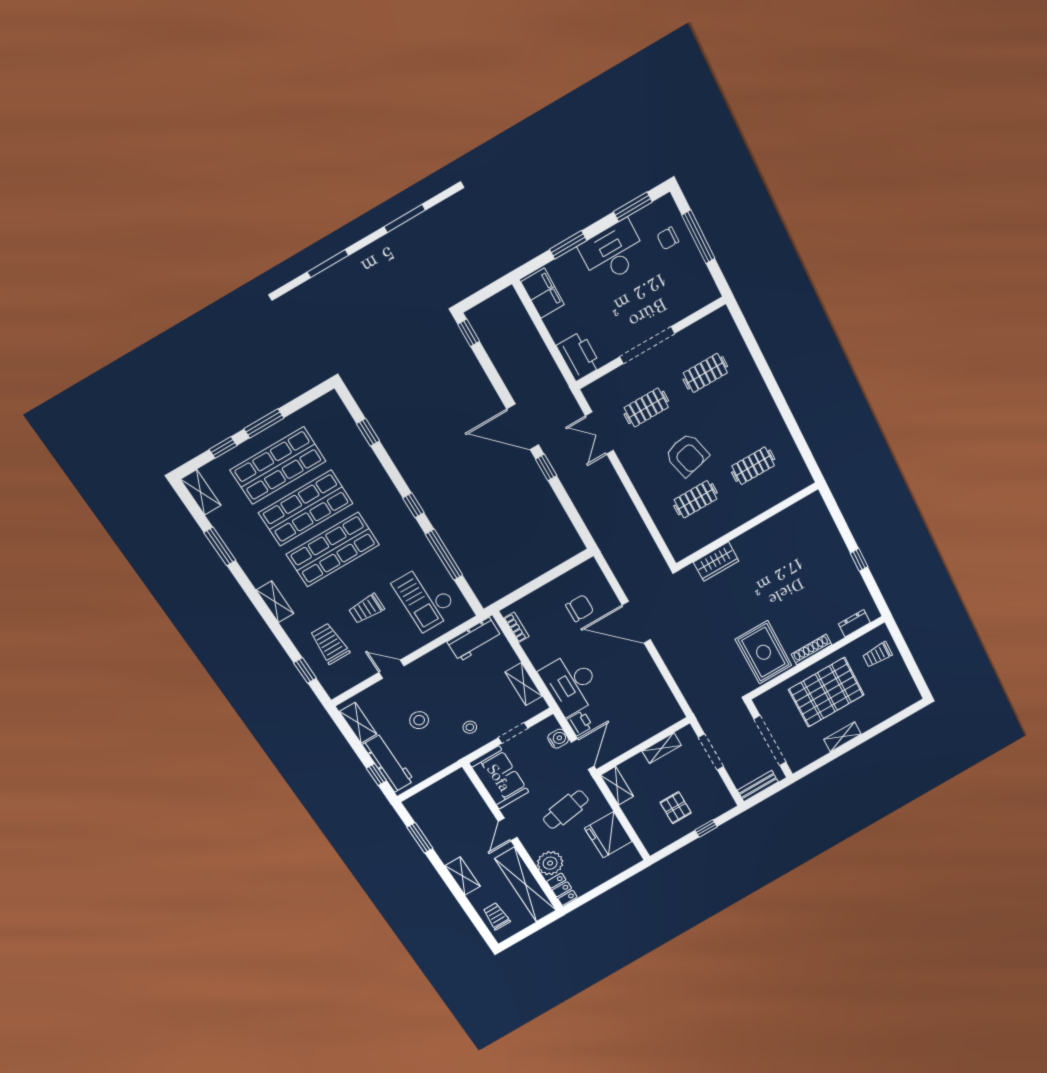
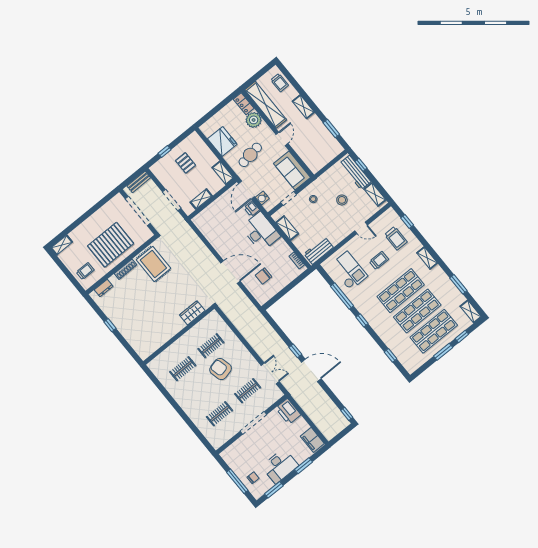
shelving: (842, 737) -> (62, 245), moved

